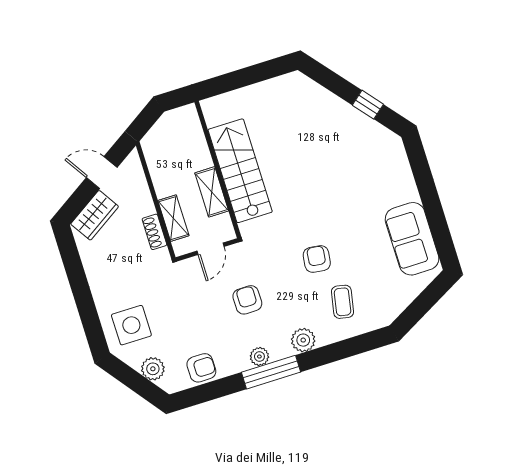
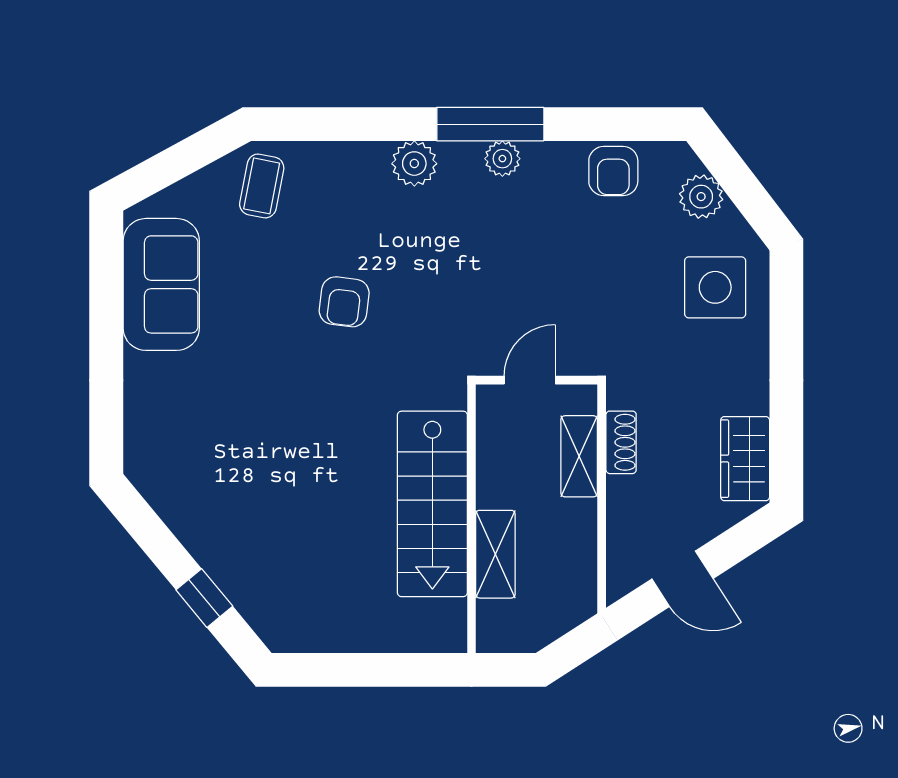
window: (368, 105) -> (204, 598), moved
shelving: (212, 192) -> (495, 554), moved
wardrobe: (95, 215) -> (745, 459), moved, turned -57
armchair: (247, 300) -> (492, 267), removed
coffee table: (343, 302) -> (262, 186), moved
armchair: (201, 368) -> (613, 171), turned -90

